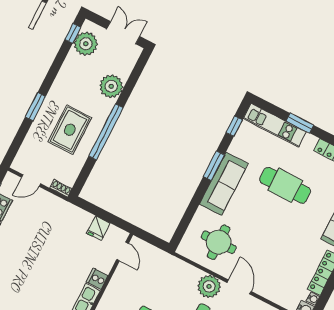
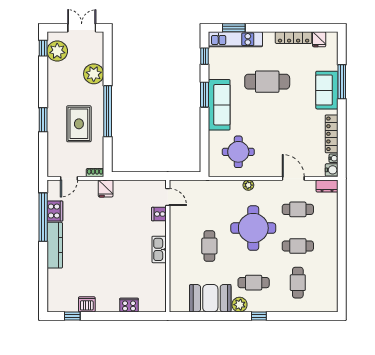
window: (300, 123) -> (234, 28), moved
fridge: (98, 228) -> (106, 189), moved
cooker: (97, 279) -> (159, 214), moved
plant: (209, 286) -> (248, 185), width x0.53, depth x0.53
door: (239, 287) -> (293, 178), moved

